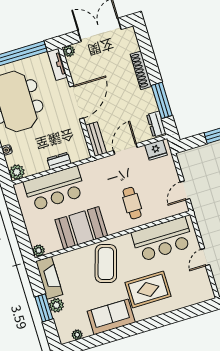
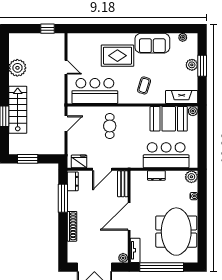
booth: (81, 228) -> (169, 119), moved
door: (205, 257) -> (66, 67), hinge flipped
coffee table: (106, 264) -> (144, 85), width x0.54, depth x0.58
fireplace: (49, 278) -> (182, 97), moved, turned 90

